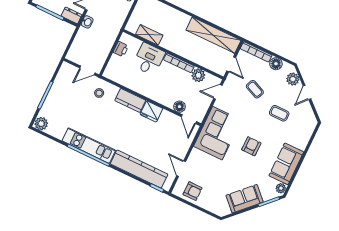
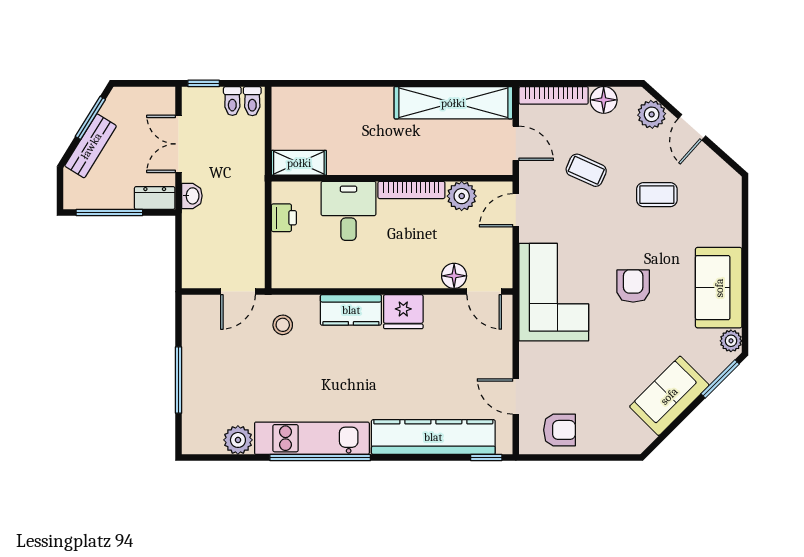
shelving: (149, 35) -> (299, 163), moved
plant: (41, 124) -> (238, 440), moved

